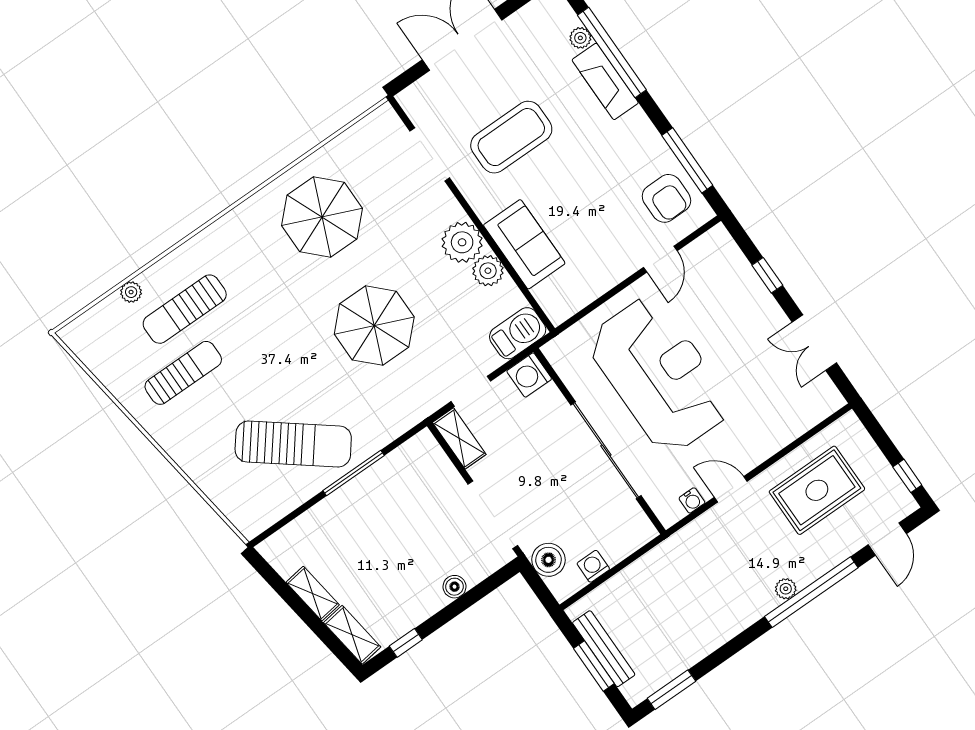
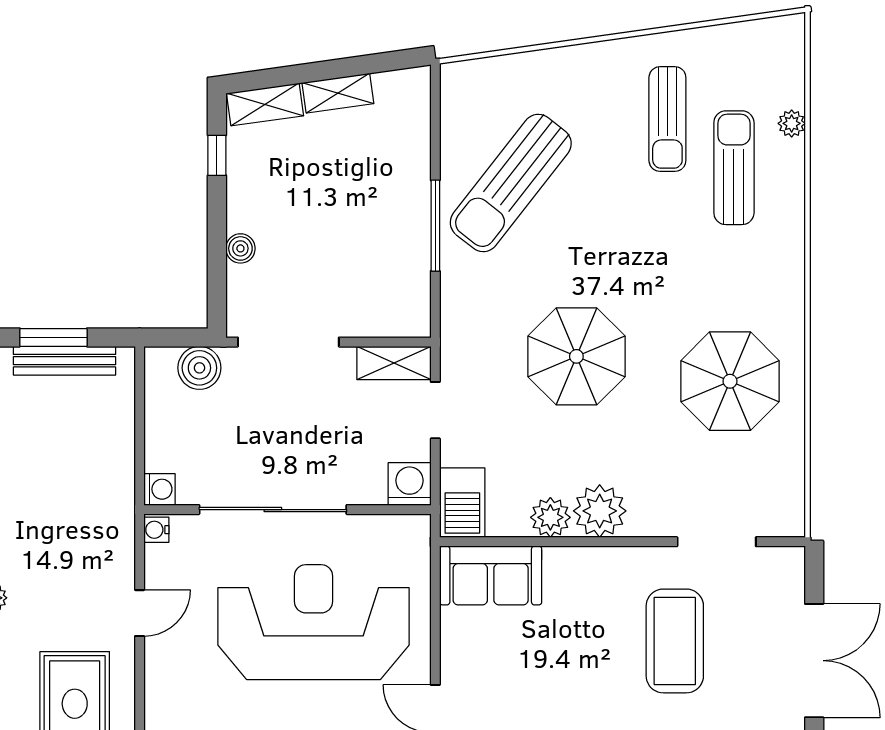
sofa: (524, 244) -> (491, 575), moved
reception desk: (659, 375) -> (313, 622), turned 180
water cooler: (692, 500) -> (156, 530), moved
washing machine: (593, 566) -> (159, 489), moved

